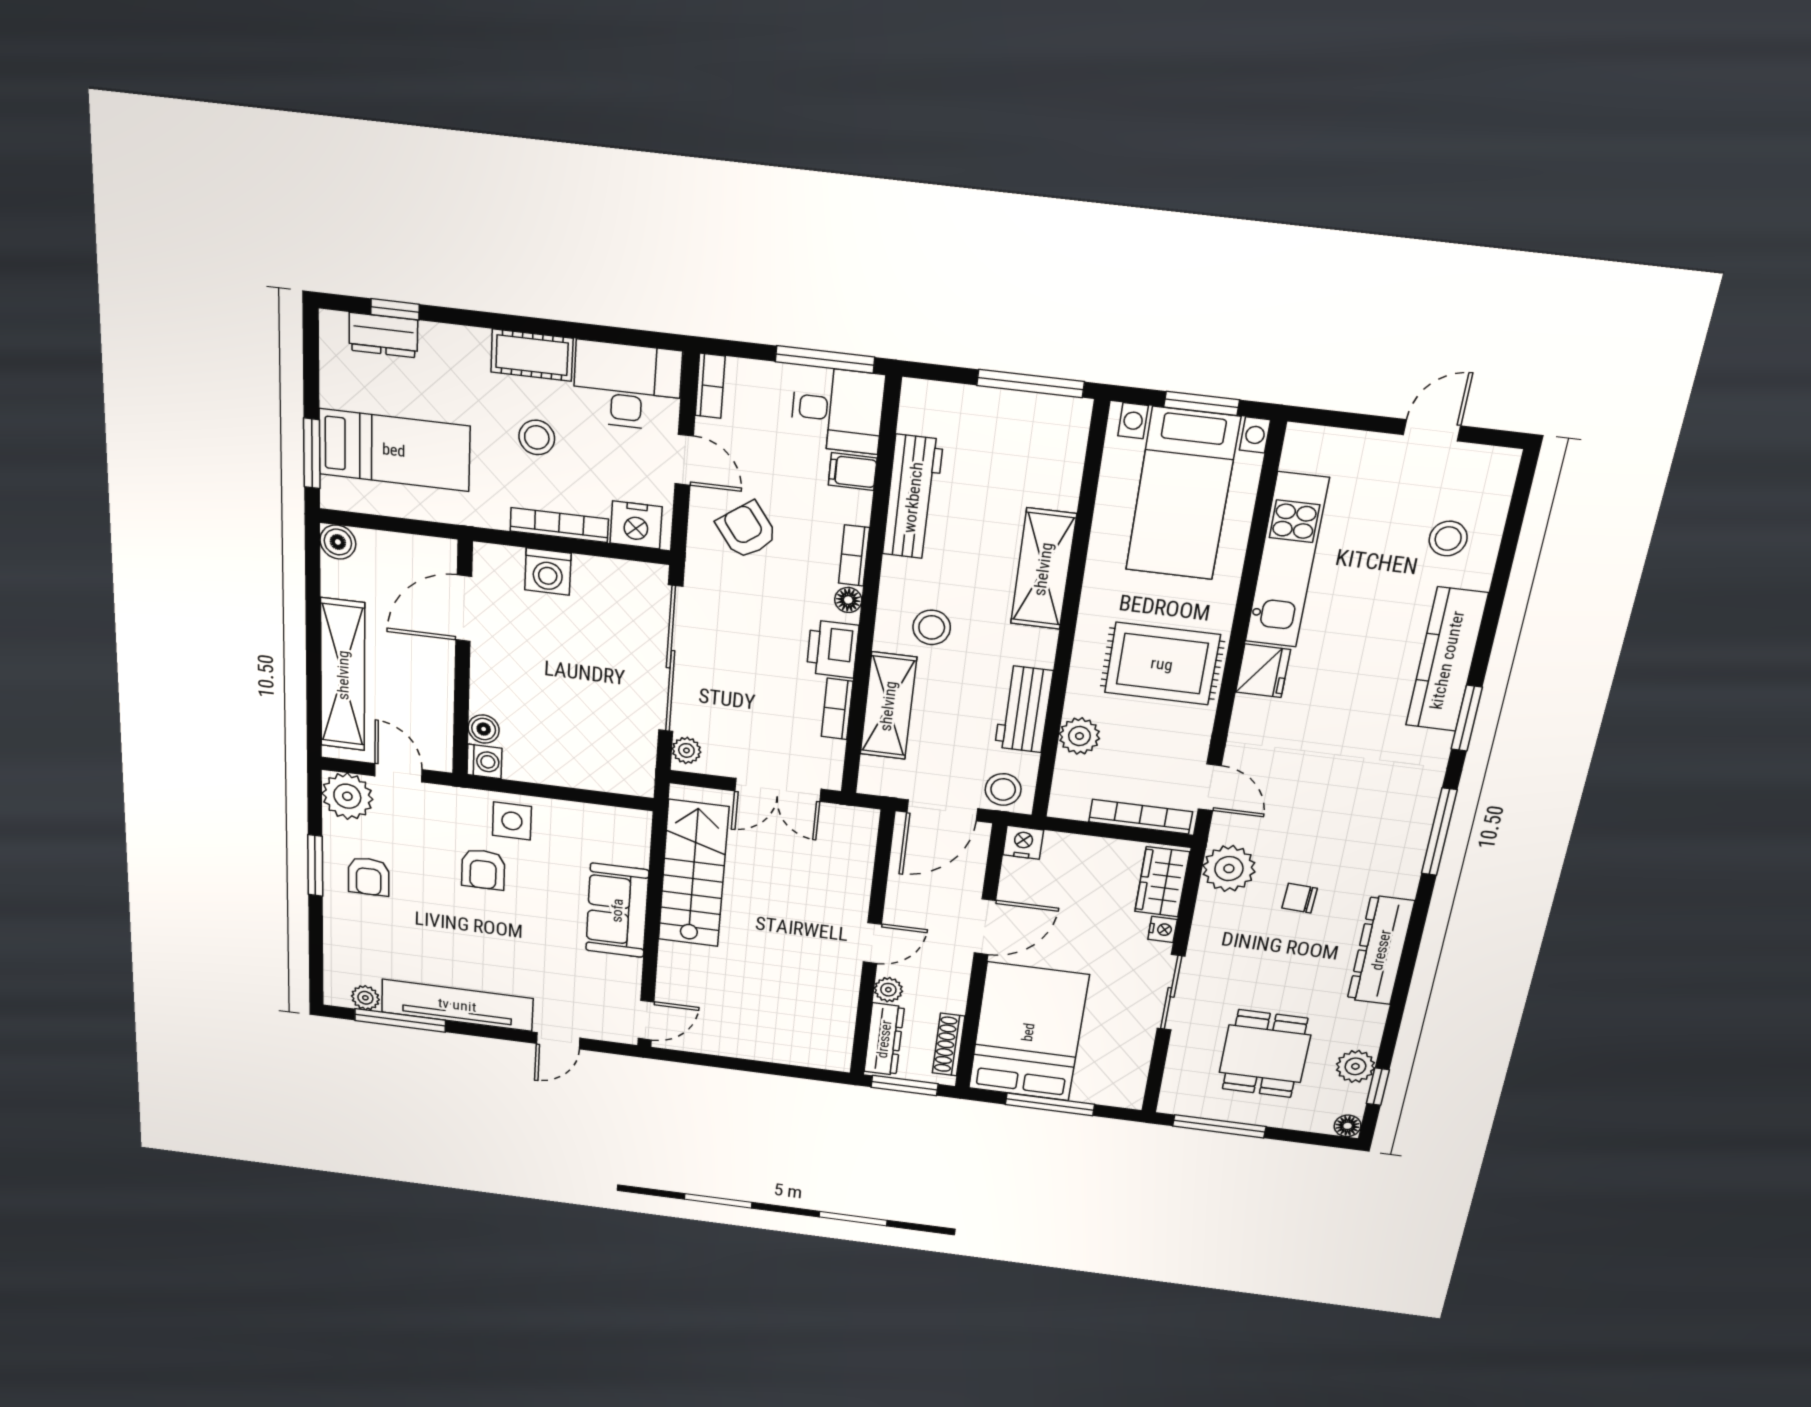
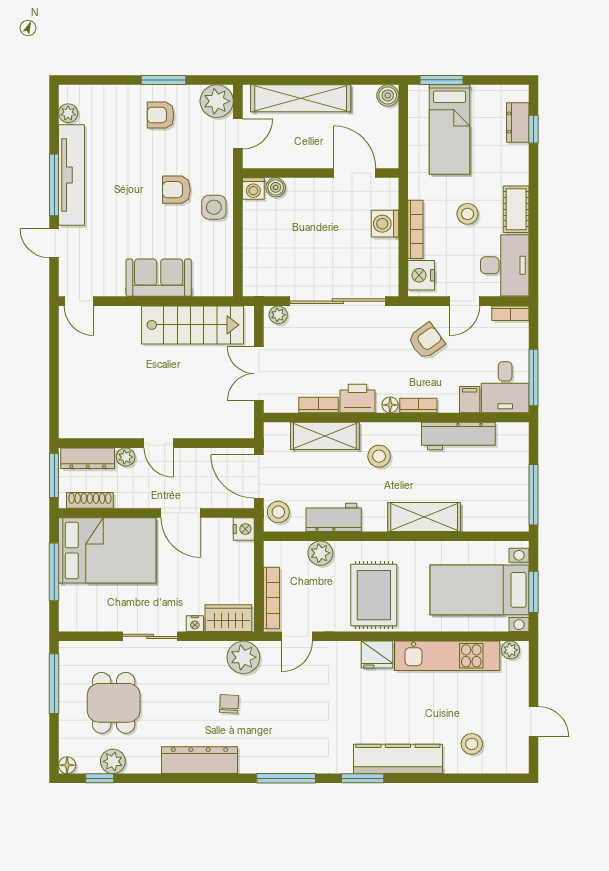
plant: (1297, 455) -> (510, 650), added
window: (400, 1020) -> (54, 185), moved
dining table: (1265, 1054) -> (114, 703), turned 90

